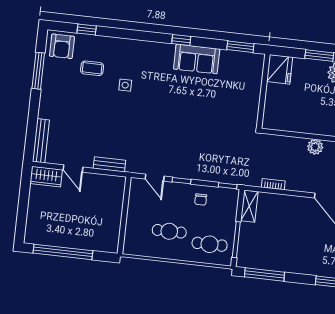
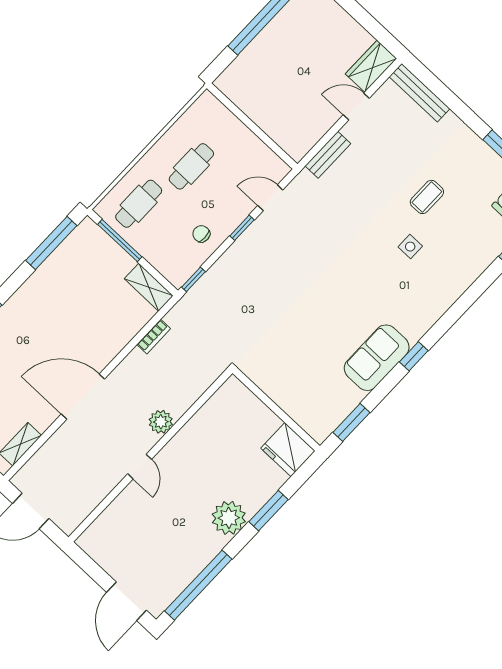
coffee table: (92, 68) -> (427, 197), moved

